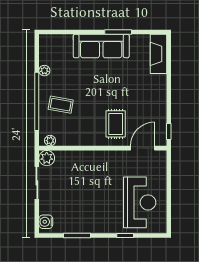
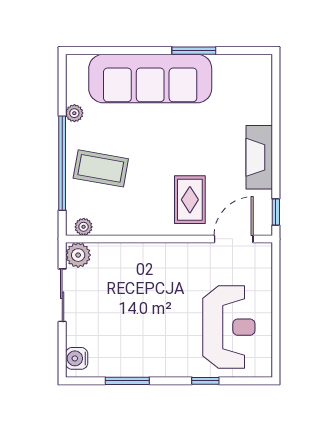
sofa: (101, 46) -> (150, 79), width x1.36, depth x1.27
fireplace: (158, 54) -> (259, 157), moved
coffee table: (61, 105) -> (101, 168), width x1.36, depth x1.30

